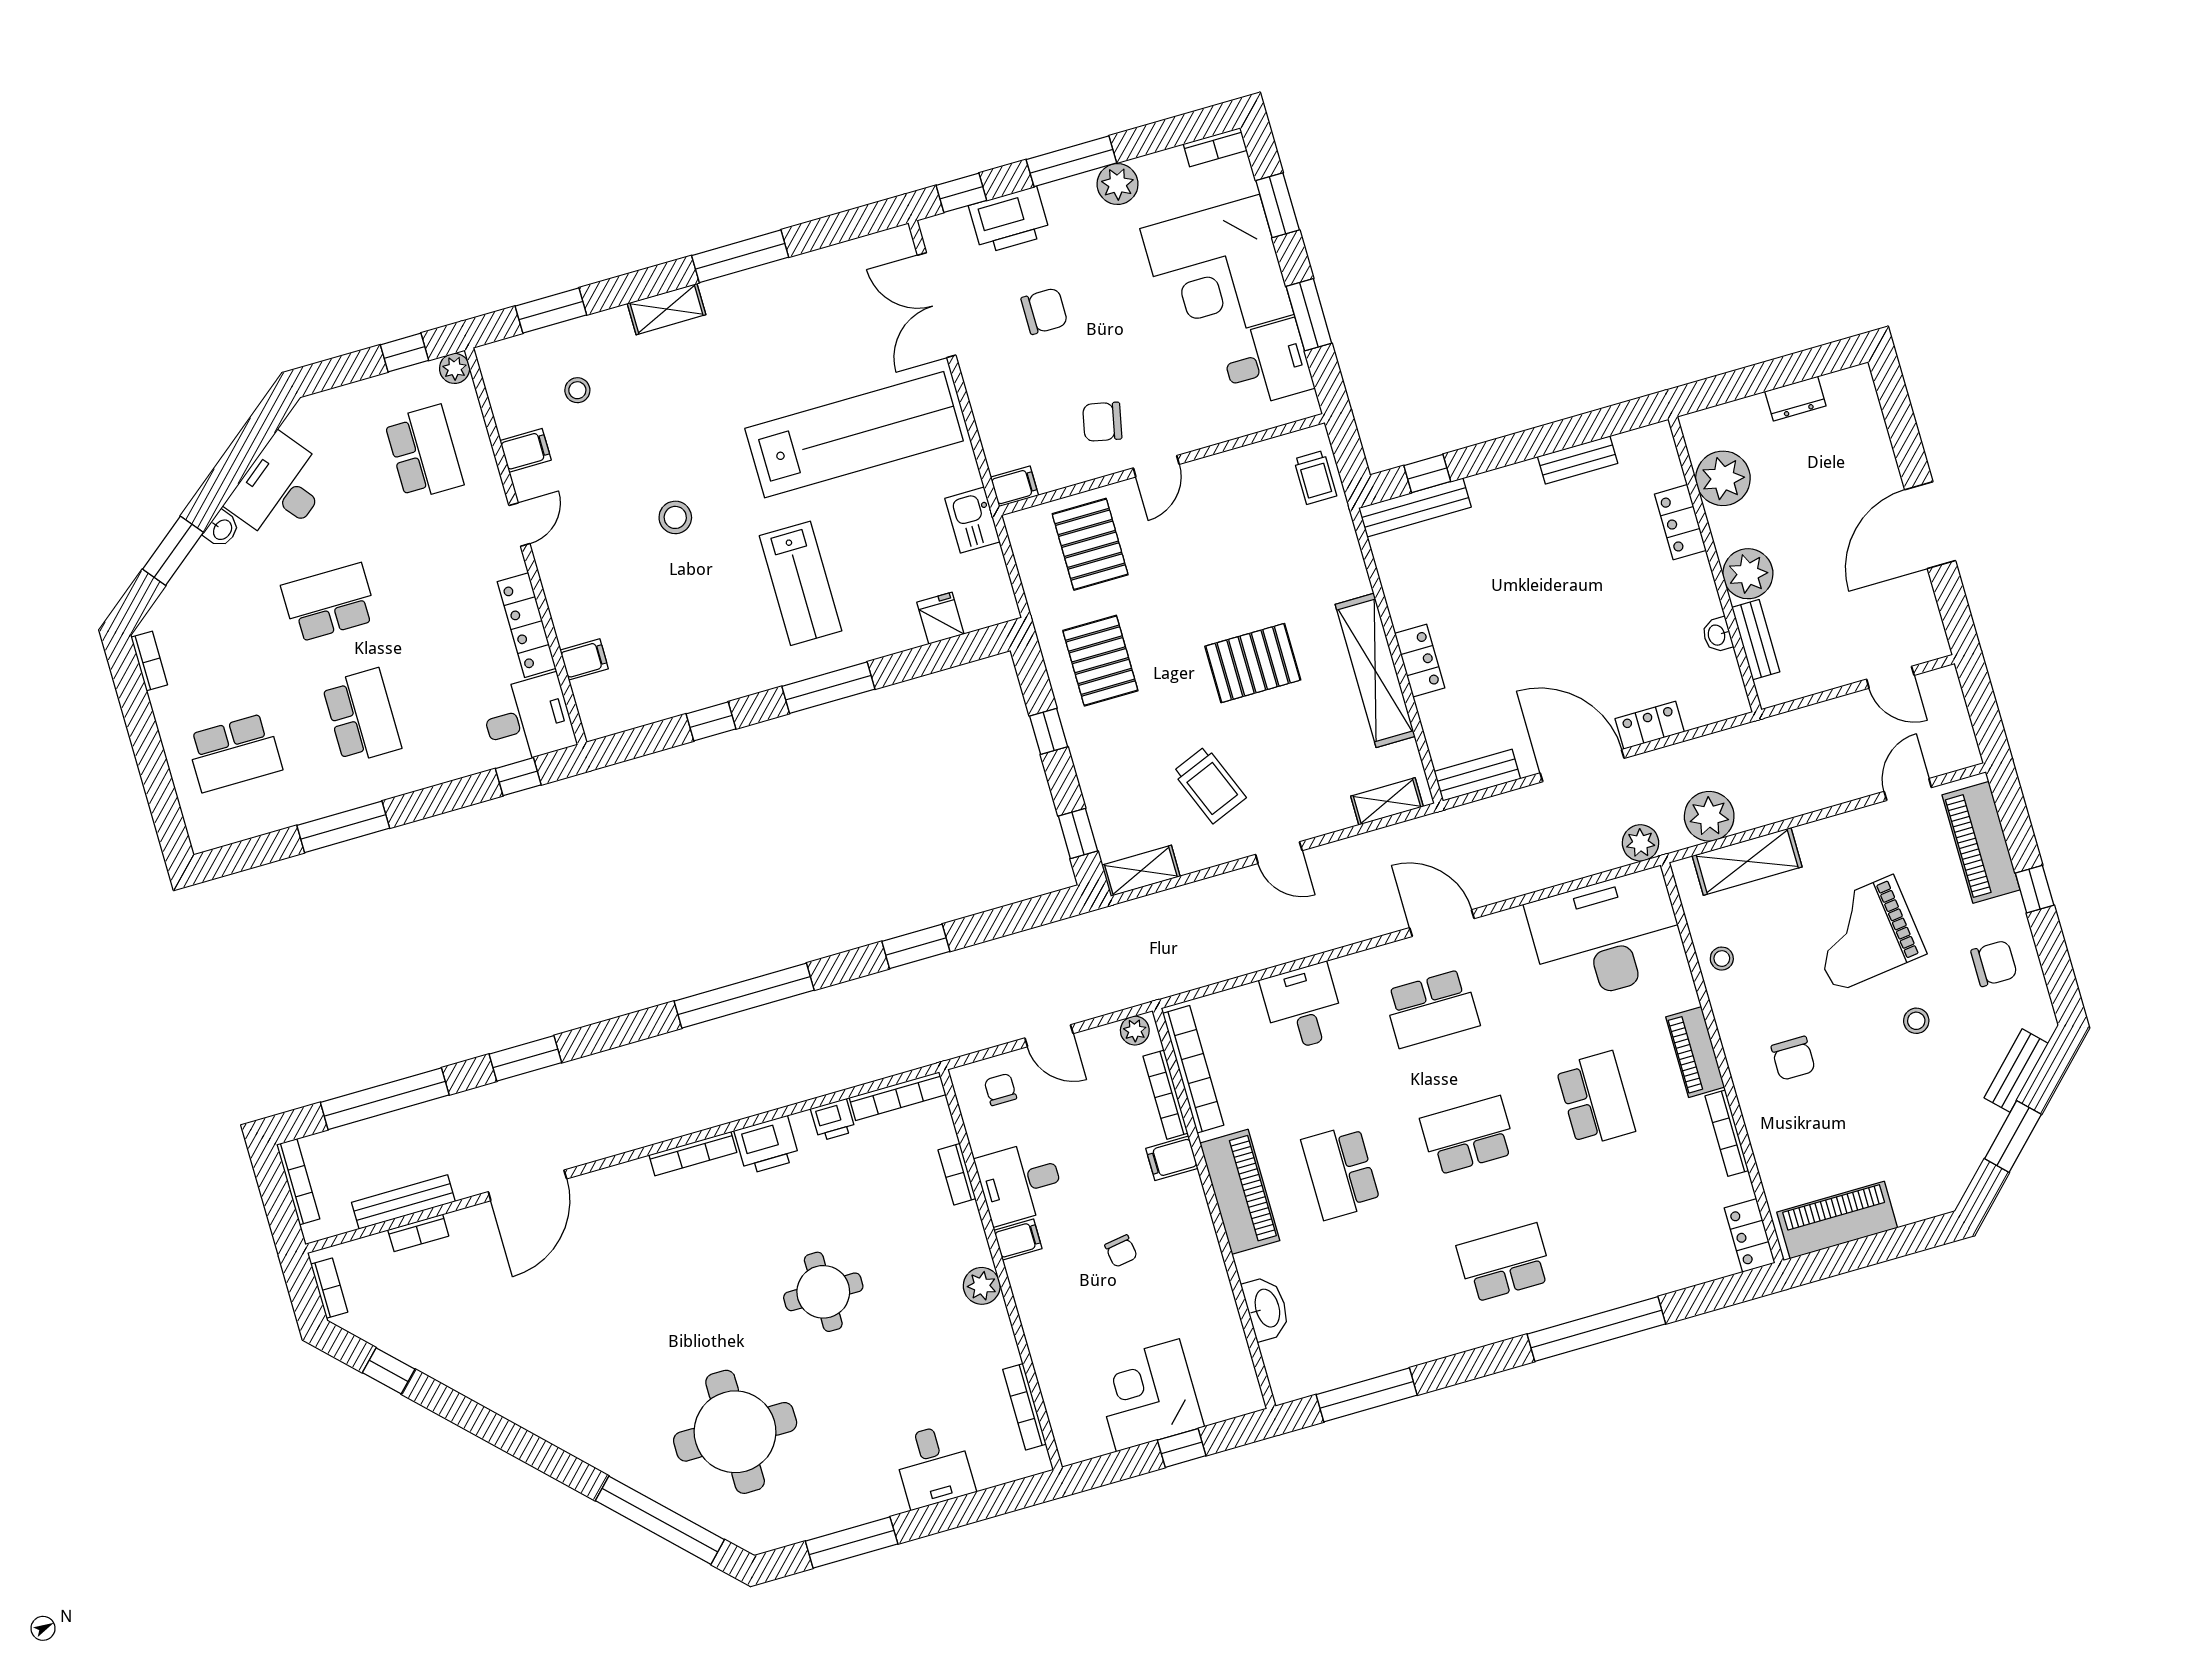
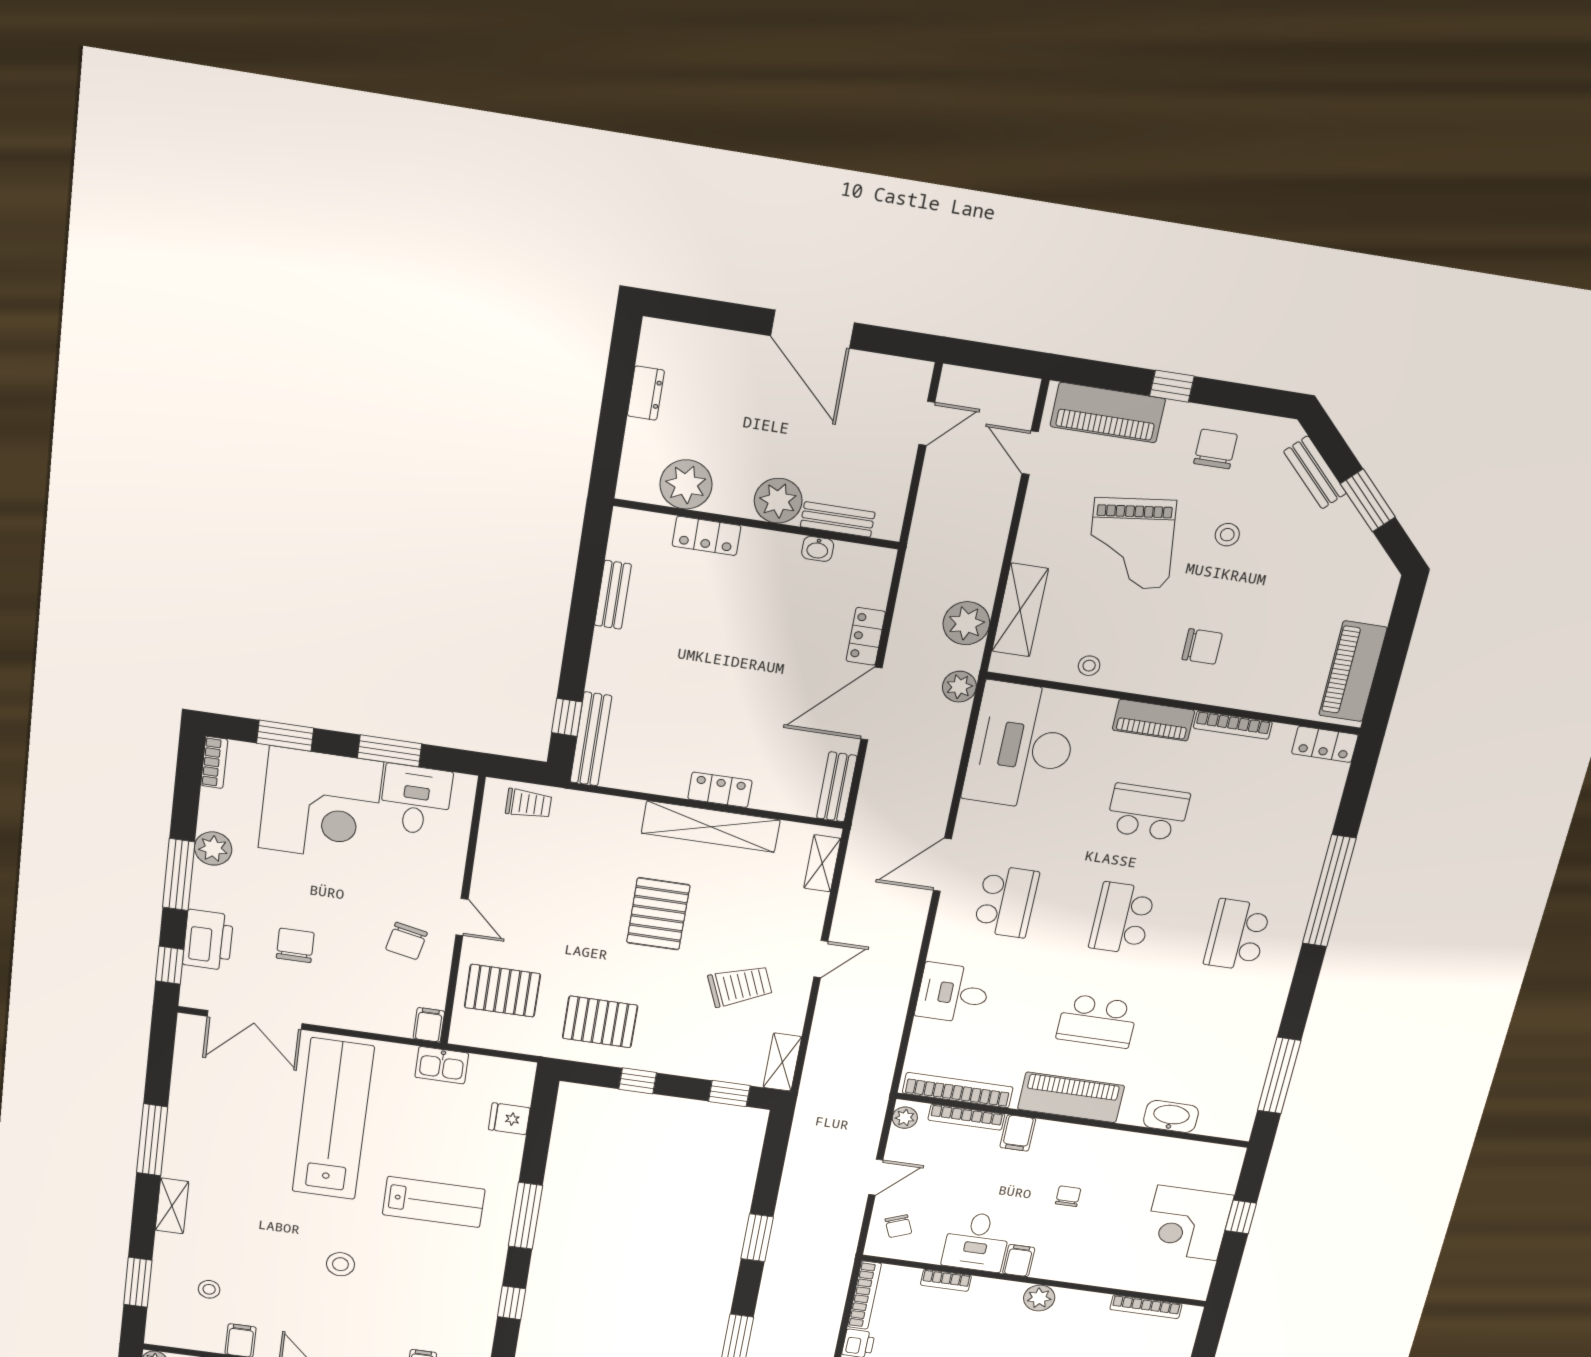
chair: (1000, 1090) -> (898, 1226), turned -112
chair: (1121, 1251) -> (1068, 1196), turned -81

